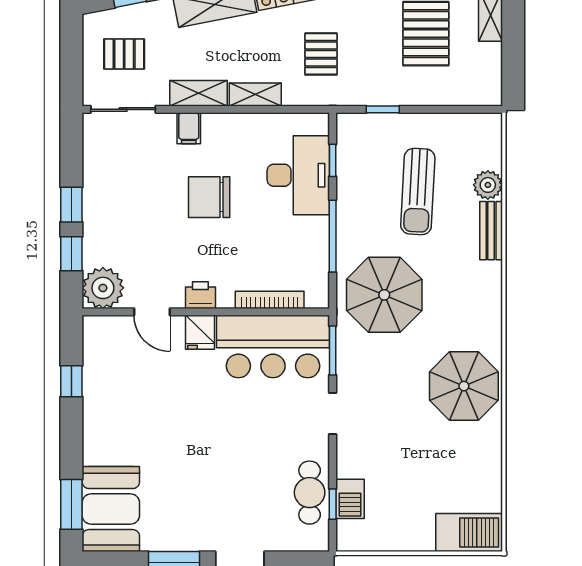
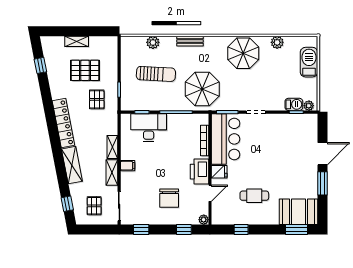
pallet: (321, 54) -> (97, 99), moved, turned 90
filing cabinet: (189, 128) -> (128, 166), moved
chair: (209, 197) -> (169, 198), moved
window: (71, 205) -> (141, 229), moved
bench: (491, 231) -> (190, 41), moved
plant: (103, 288) -> (204, 220), width x0.53, depth x0.53
printer: (200, 295) -> (200, 172), width x1.87, depth x1.48
plant: (488, 461) -> (277, 42), added
cafe table: (310, 493) -> (254, 196), moved
plant: (347, 532) -> (309, 106), added
barbecue: (469, 532) -> (309, 62), moved

